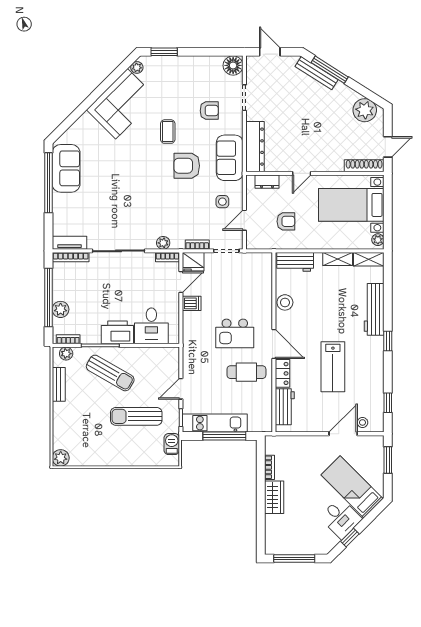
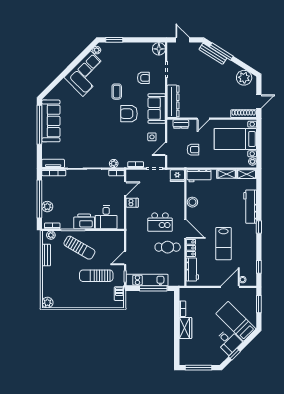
sofa: (66, 168) -> (51, 121), width x1.36
fridge: (193, 262) -> (177, 176), moved

